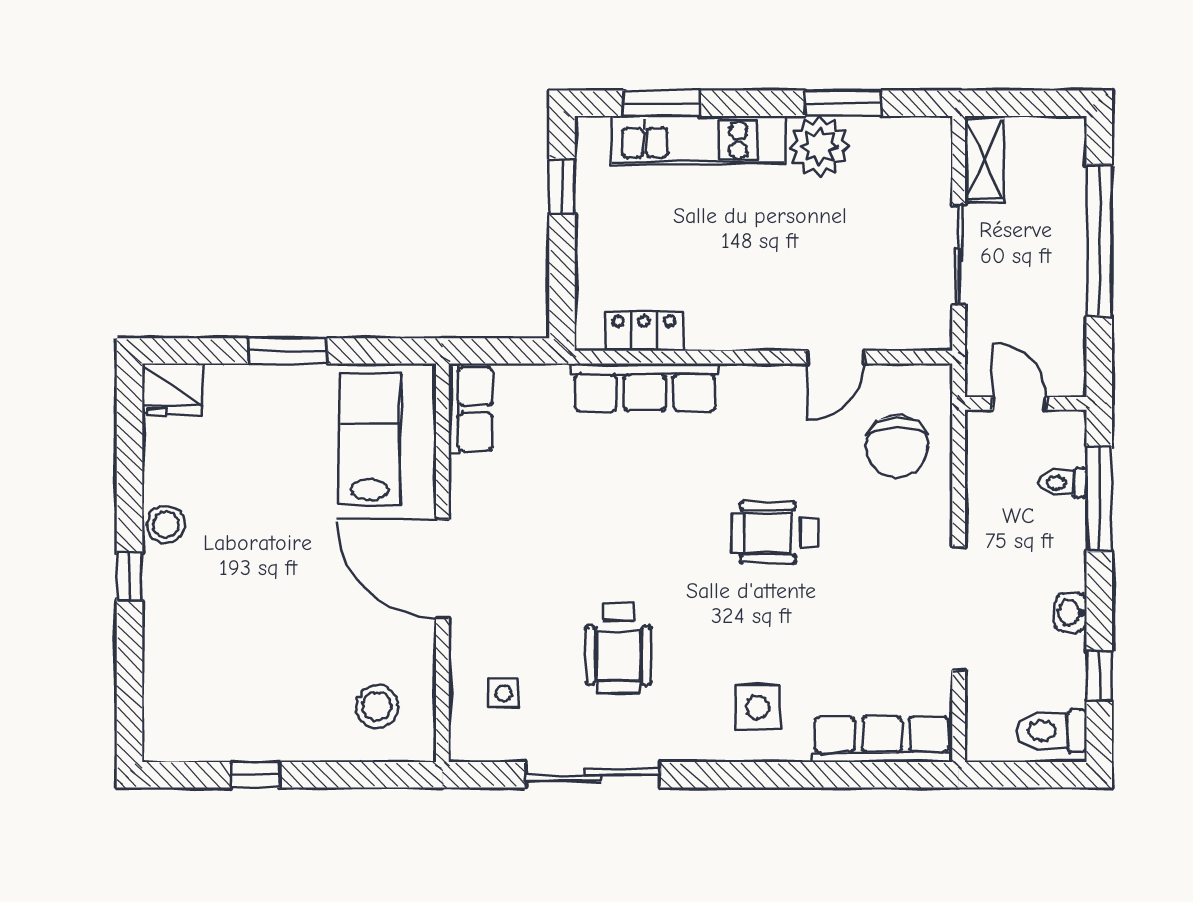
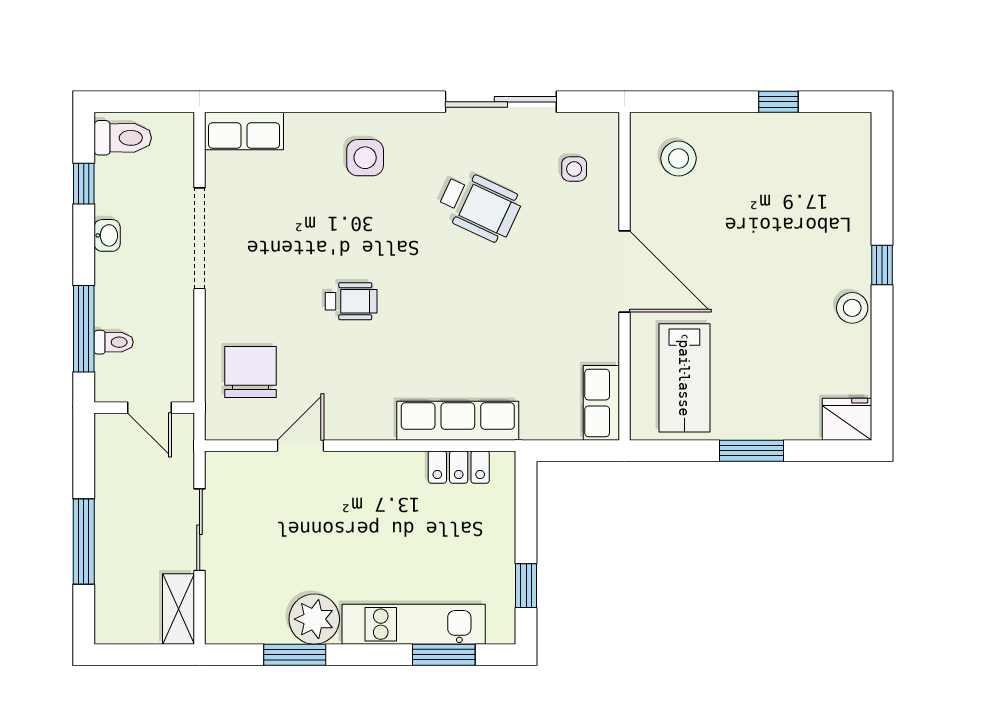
window: (1099, 241) -> (84, 542), width x0.68
wheelchair: (774, 533) -> (351, 301), width x0.73, depth x0.73
wheelchair: (618, 648) -> (480, 206), turned 115
row of seats: (882, 739) -> (244, 131), width x0.68

